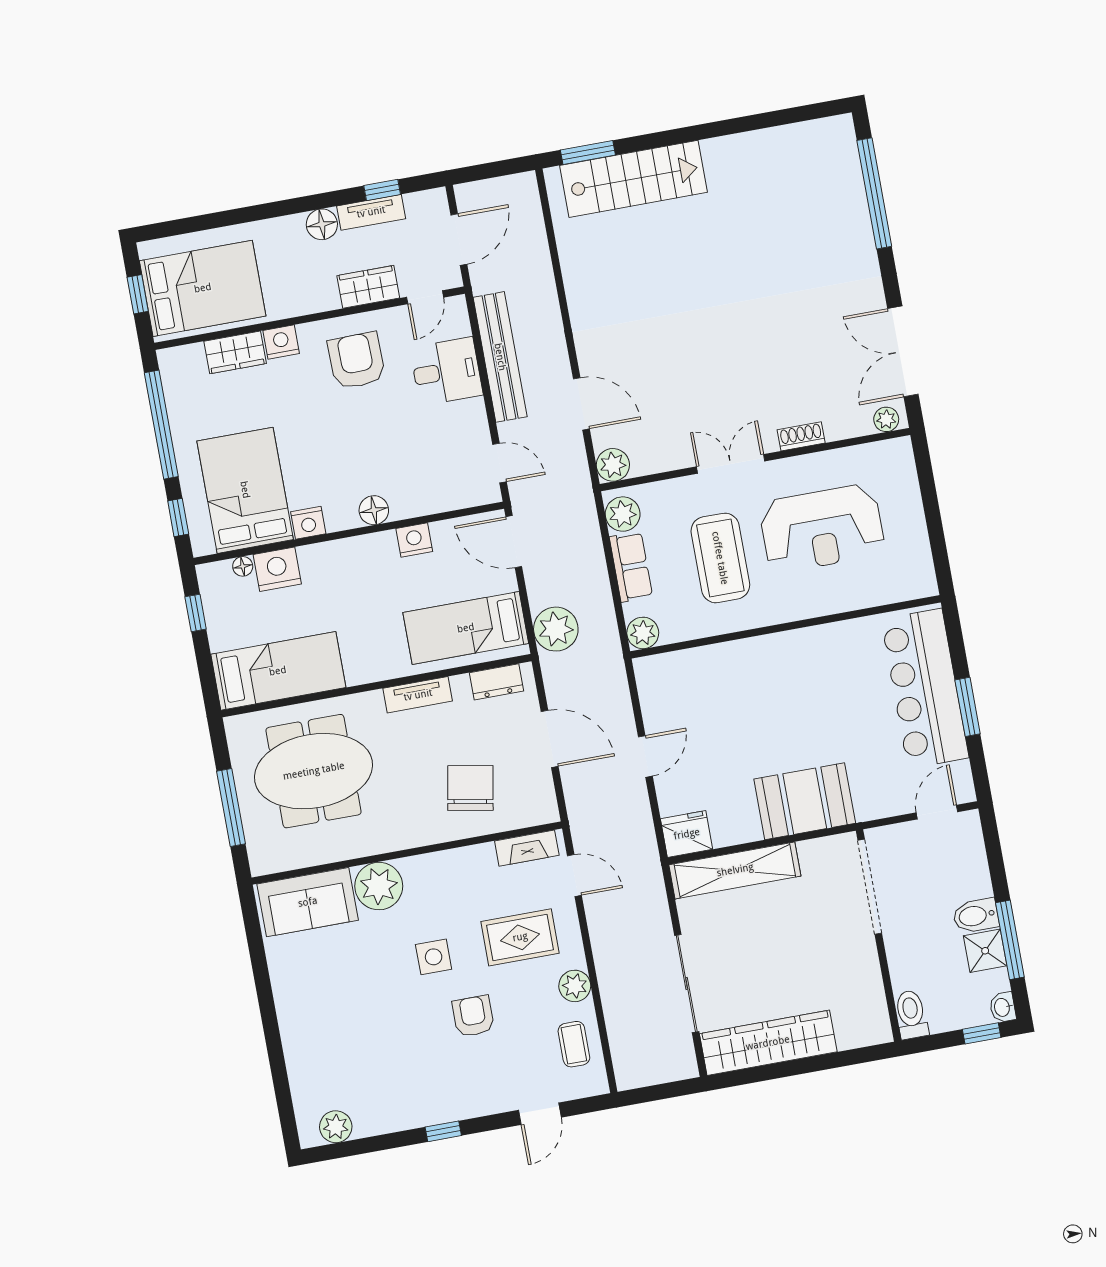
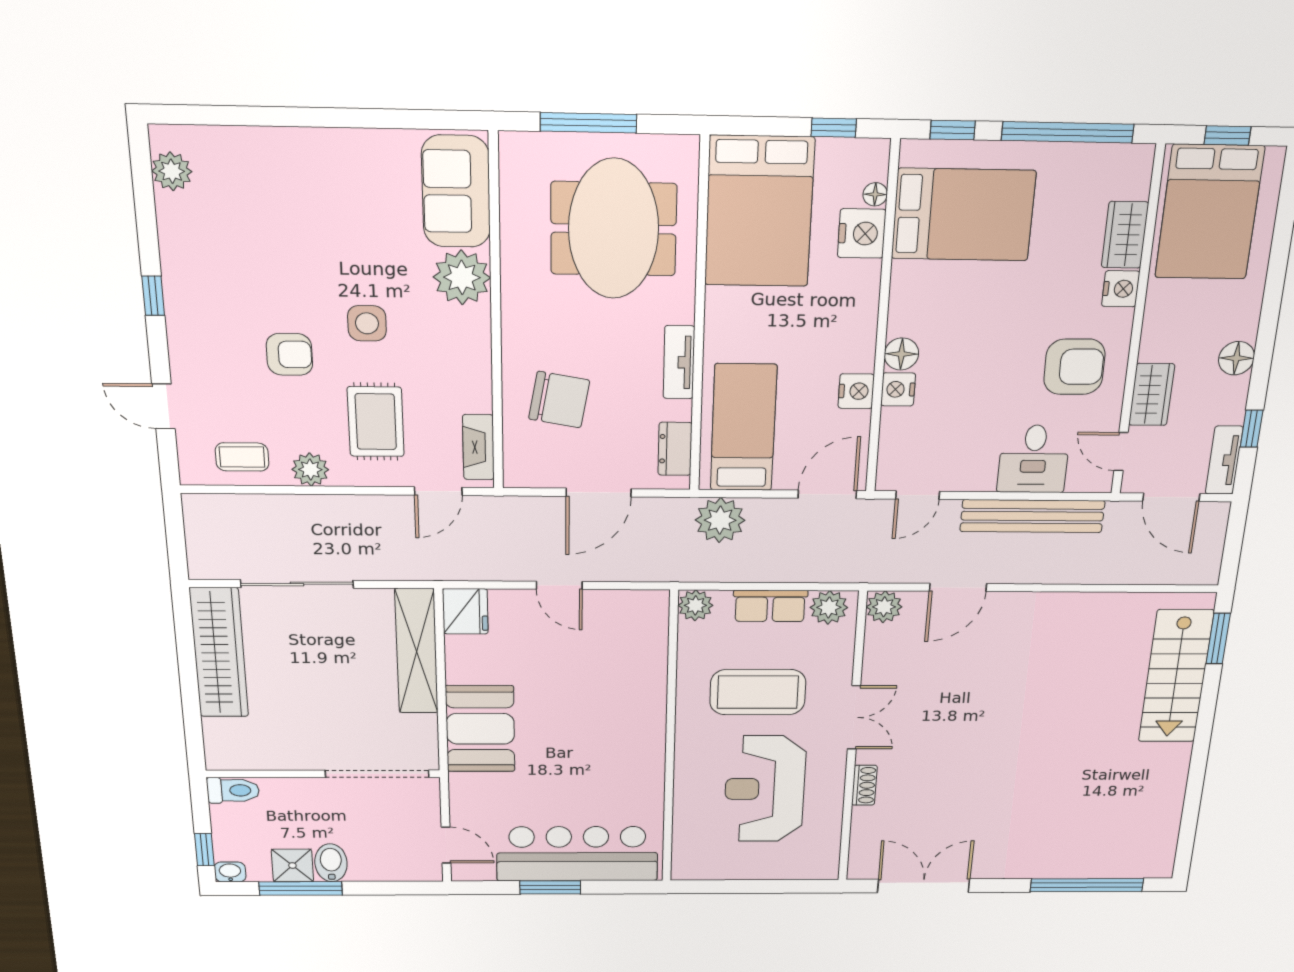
tv unit: (371, 212) -> (1224, 460), moved
plant: (886, 419) -> (860, 862), removed
nightstand: (308, 523) -> (898, 389), moved
bed: (278, 671) -> (759, 212), width x1.50

